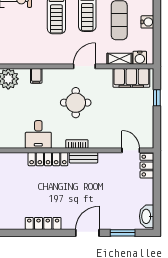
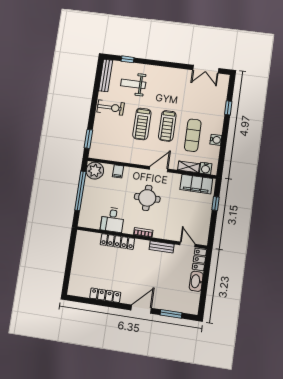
bench: (84, 158) -> (162, 247), moved
washbasin: (147, 216) -> (196, 281), moved

